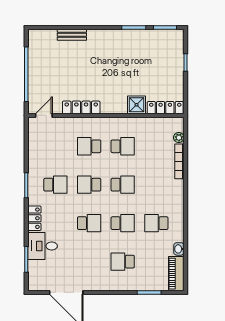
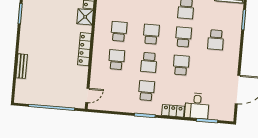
locker: (81, 107) -> (85, 49), moved
door: (44, 115) -> (87, 95), swing flipped
school desk: (89, 146) -> (117, 60), turned 180

